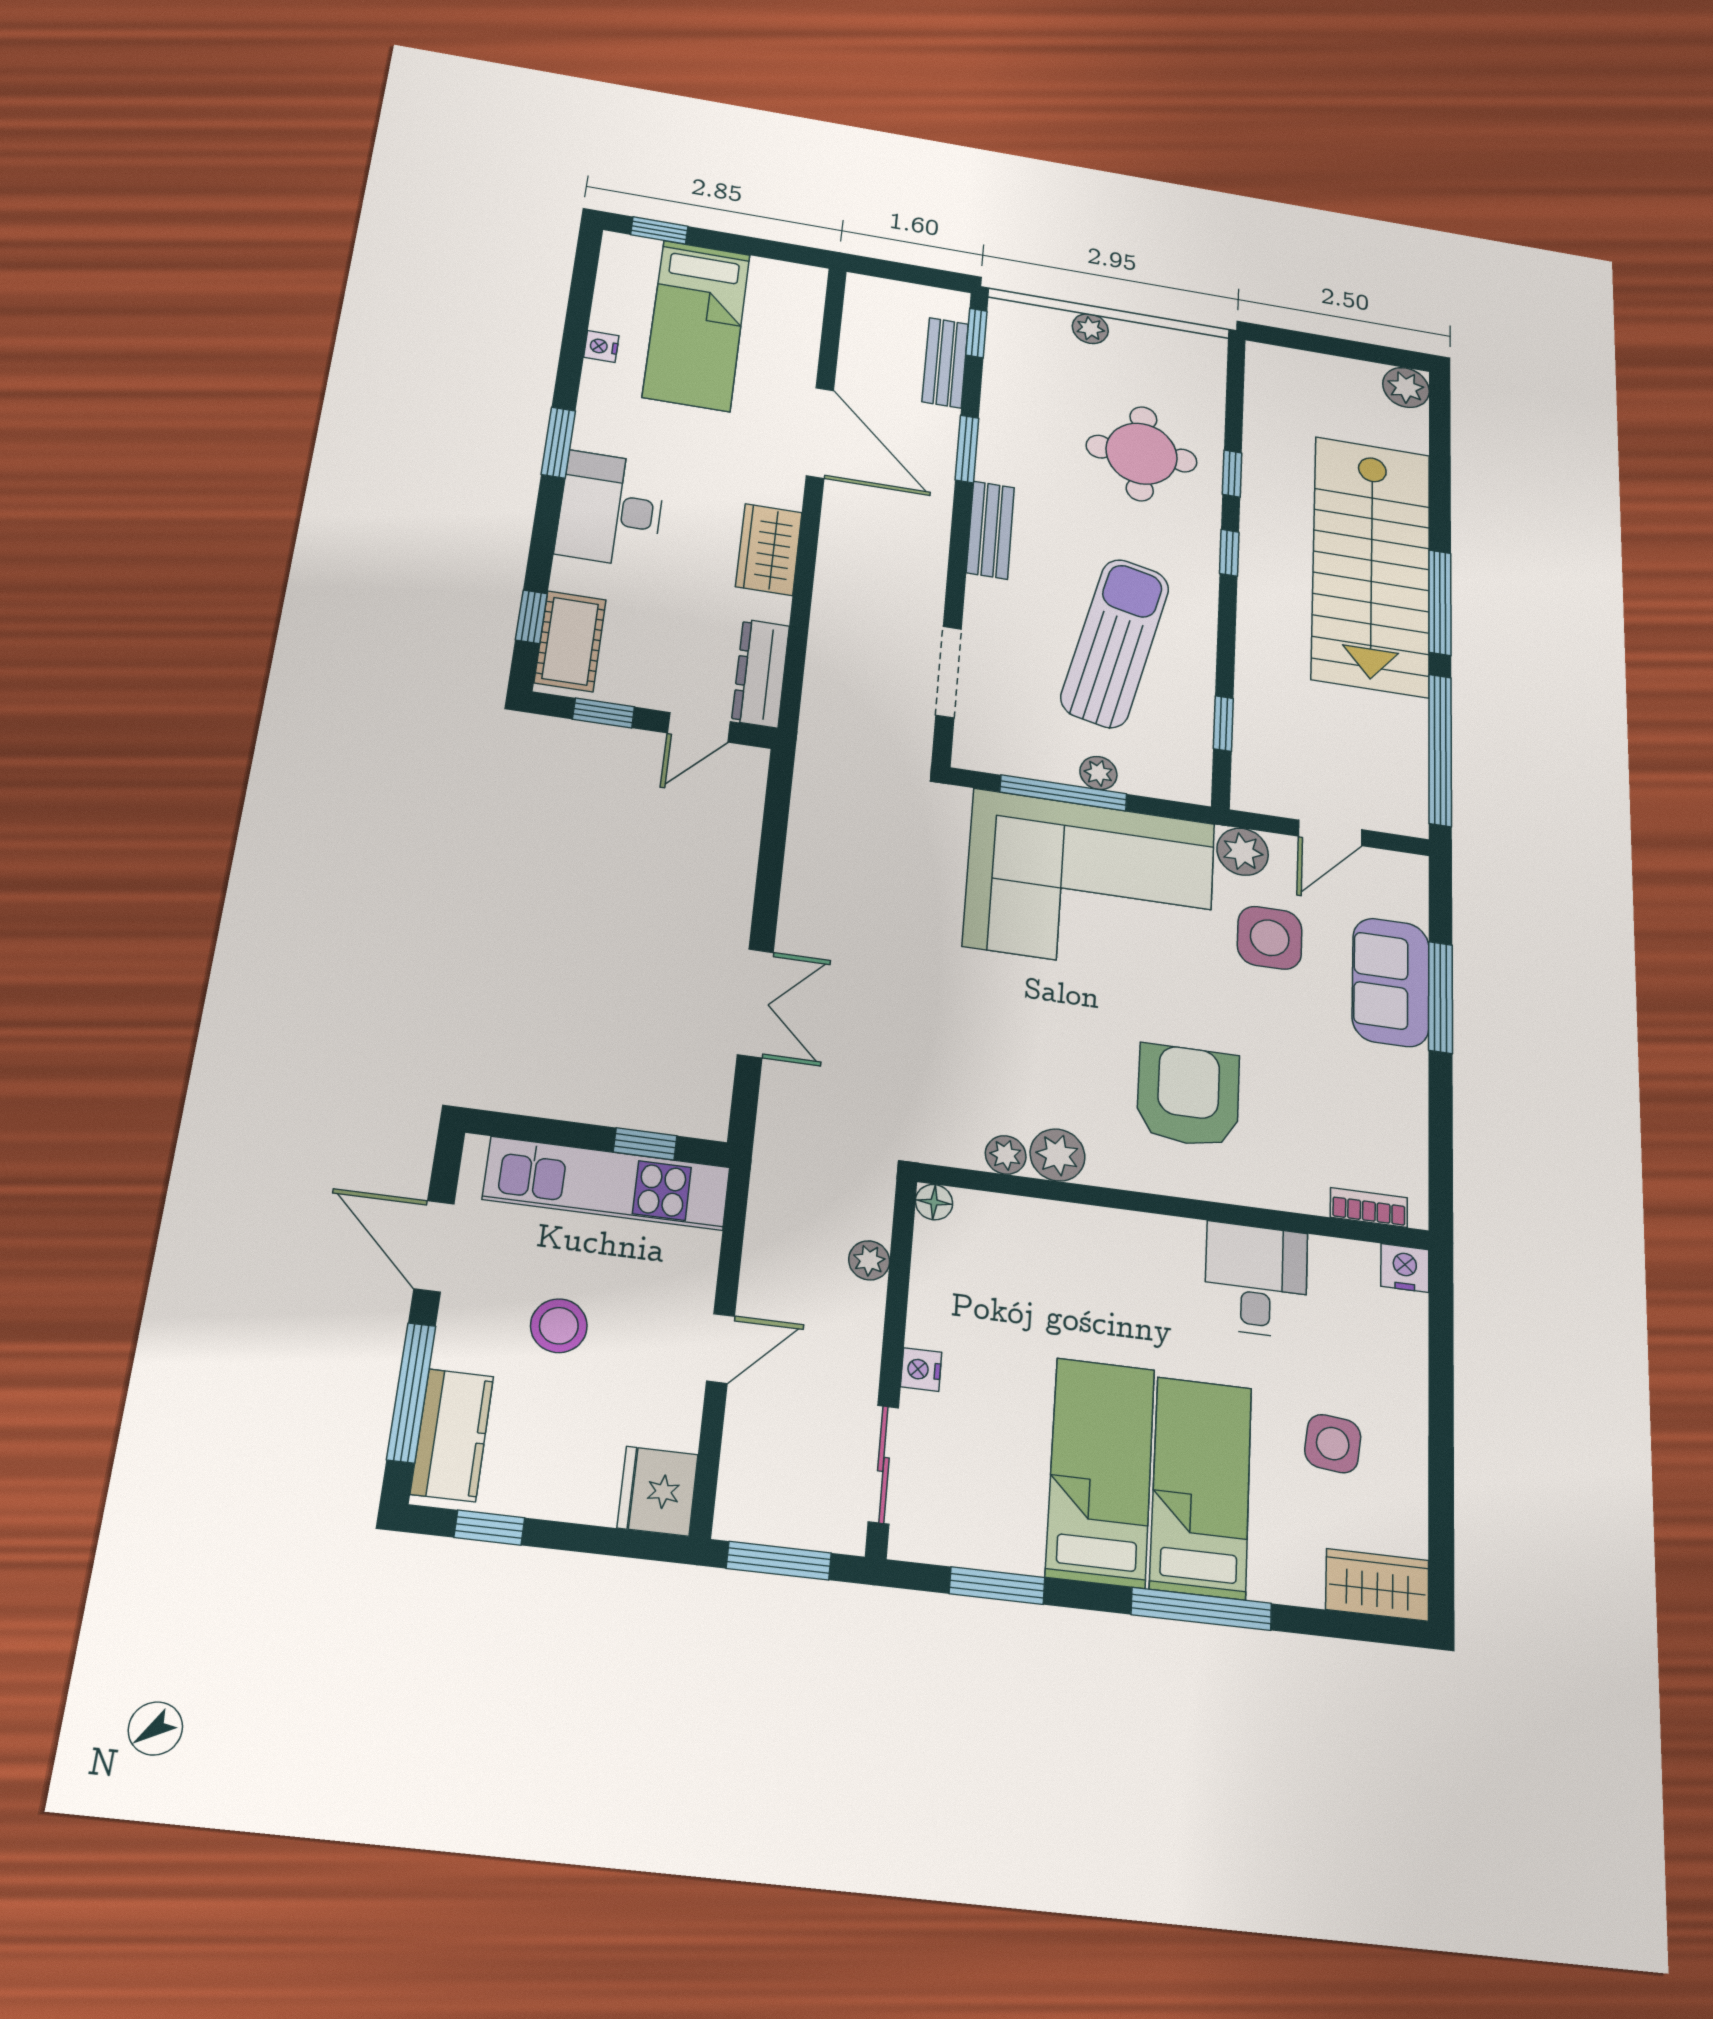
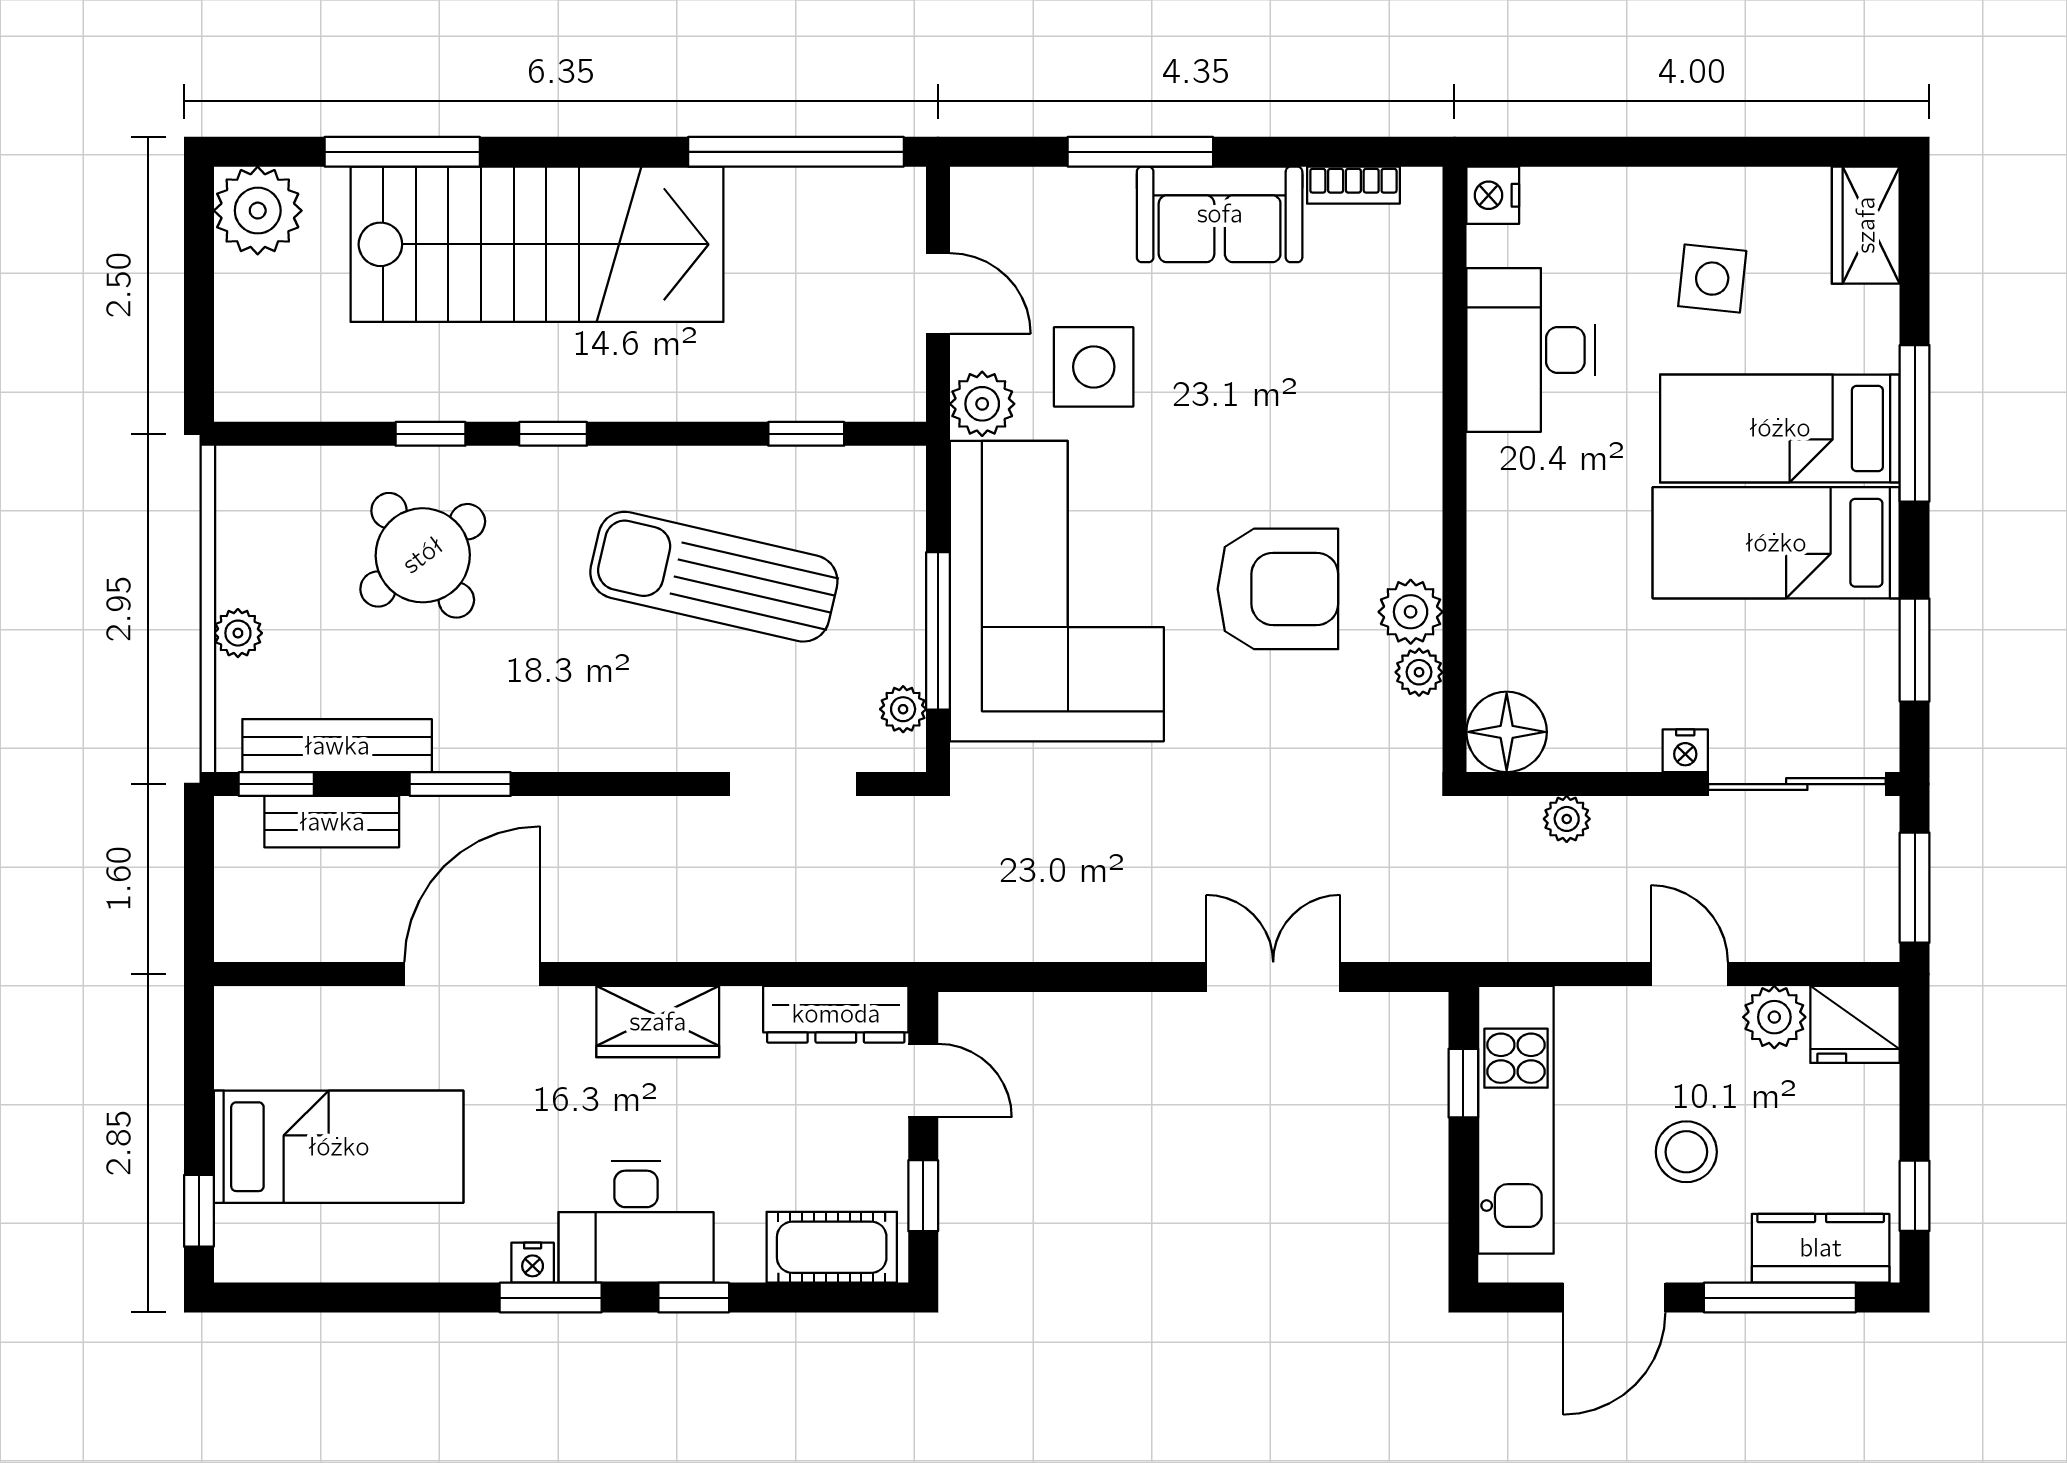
nightstand: (601, 346) -> (533, 1263), moved
plant: (1406, 387) -> (258, 211), width x1.36, depth x1.36
round table: (1142, 454) -> (423, 555), turned -37
bench: (990, 530) -> (337, 746), moved, width x1.36
window: (1440, 602) -> (402, 152), moved
window: (531, 617) -> (694, 1298), moved
plant: (1098, 773) -> (903, 709), moved
sofa: (1391, 982) -> (1220, 214), moved
armchair: (1188, 1096) -> (1278, 589), moved, turned 180
floor lamp: (934, 1202) -> (1507, 732), width x1.89, depth x1.89
bookcase: (1369, 1208) -> (1353, 185), moved, turned -90
desk: (1256, 1280) -> (1531, 350), width x1.37
plant: (673, 1419) -> (1774, 1017), added
sliding door: (883, 1464) -> (1797, 784), width x1.37

